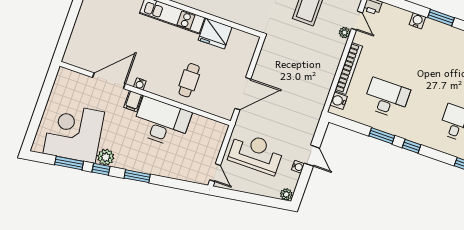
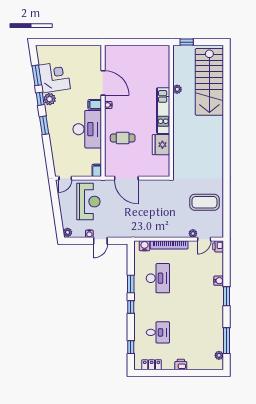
filing cabinet: (219, 128) -> (97, 170), added
corner desk: (74, 133) -> (54, 77), width x0.74, depth x0.74

